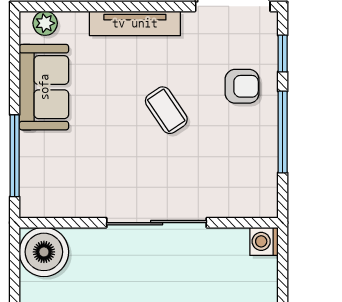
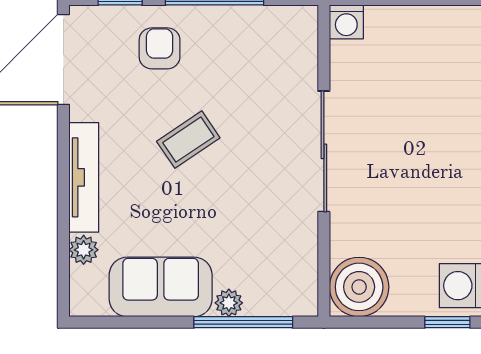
plant: (45, 23) -> (84, 250), moved
plant: (31, 144) -> (229, 303), added

